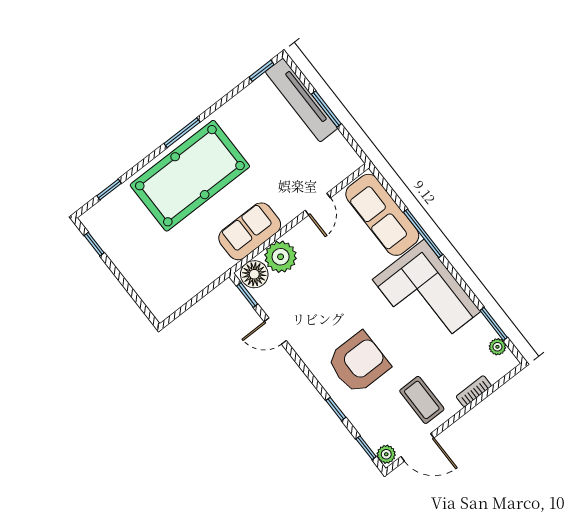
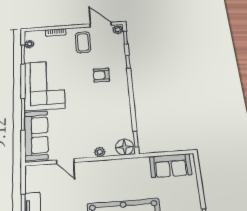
door: (318, 204) -> (65, 161), swing flipped
sofa: (250, 231) -> (171, 166), moved
plant: (281, 257) -> (100, 152), width x0.53, depth x0.53
door: (275, 331) -> (133, 113), removed
armchair: (358, 363) -> (101, 75), width x0.53, depth x0.53

